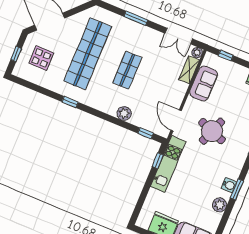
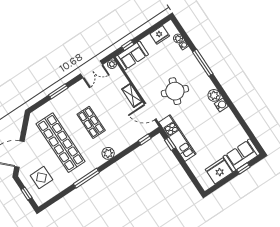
shelving: (189, 70) -> (132, 95), moved
sofa: (204, 83) -> (132, 56), moved, turned 90
window: (70, 102) -> (86, 178), width x2.17
plant: (124, 113) -> (108, 153), moved
window: (237, 189) -> (228, 101), removed
plant: (220, 205) -> (214, 95), moved

